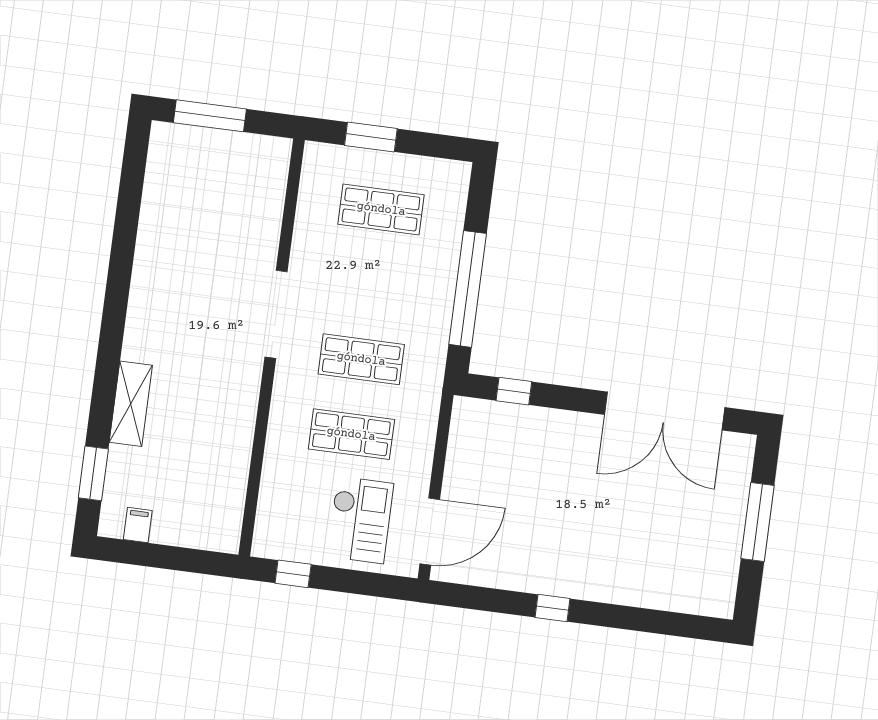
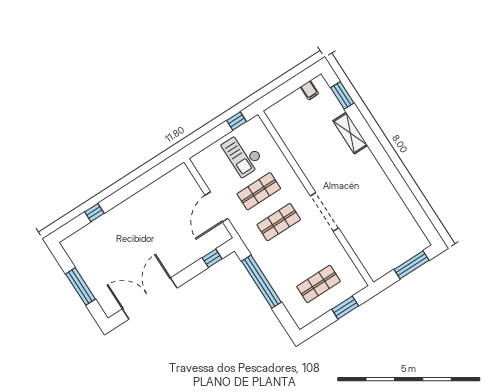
checkout: (360, 520) -> (243, 154), moved
door: (430, 532) -> (217, 207), moved
window: (552, 608) -> (94, 213), moved

